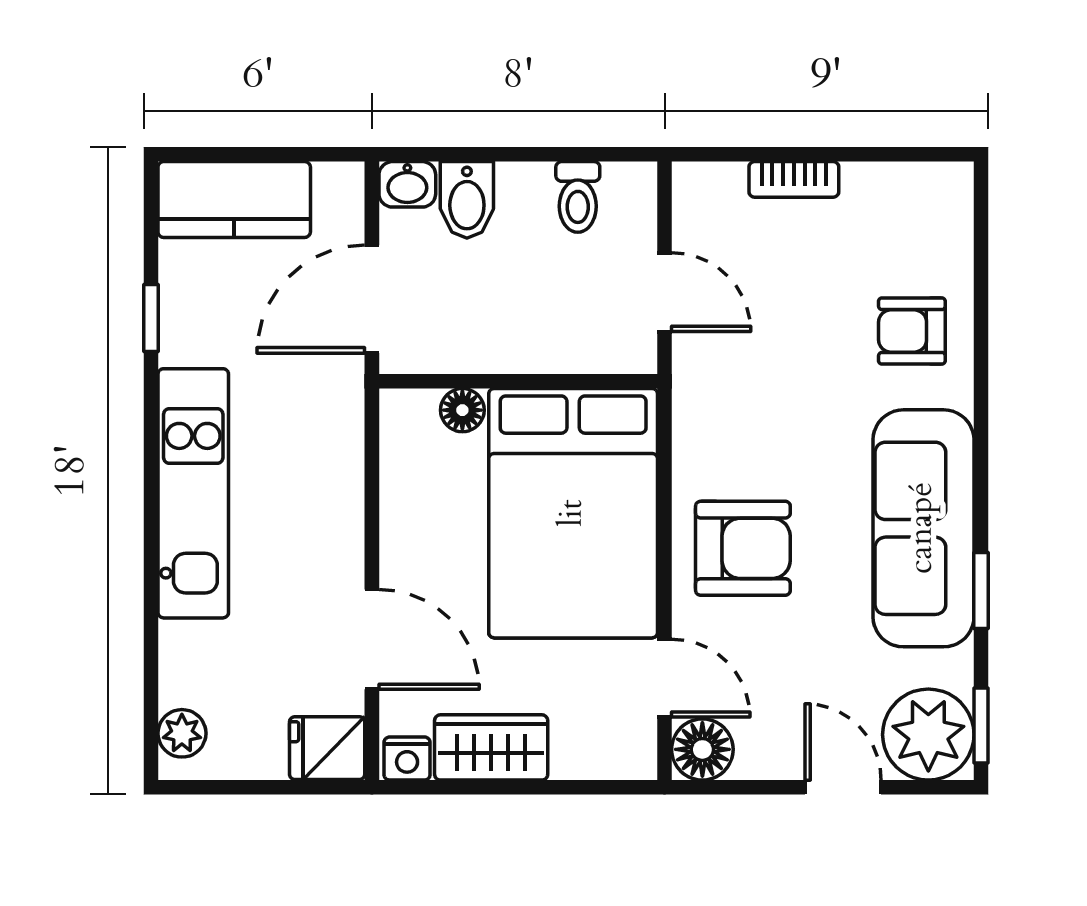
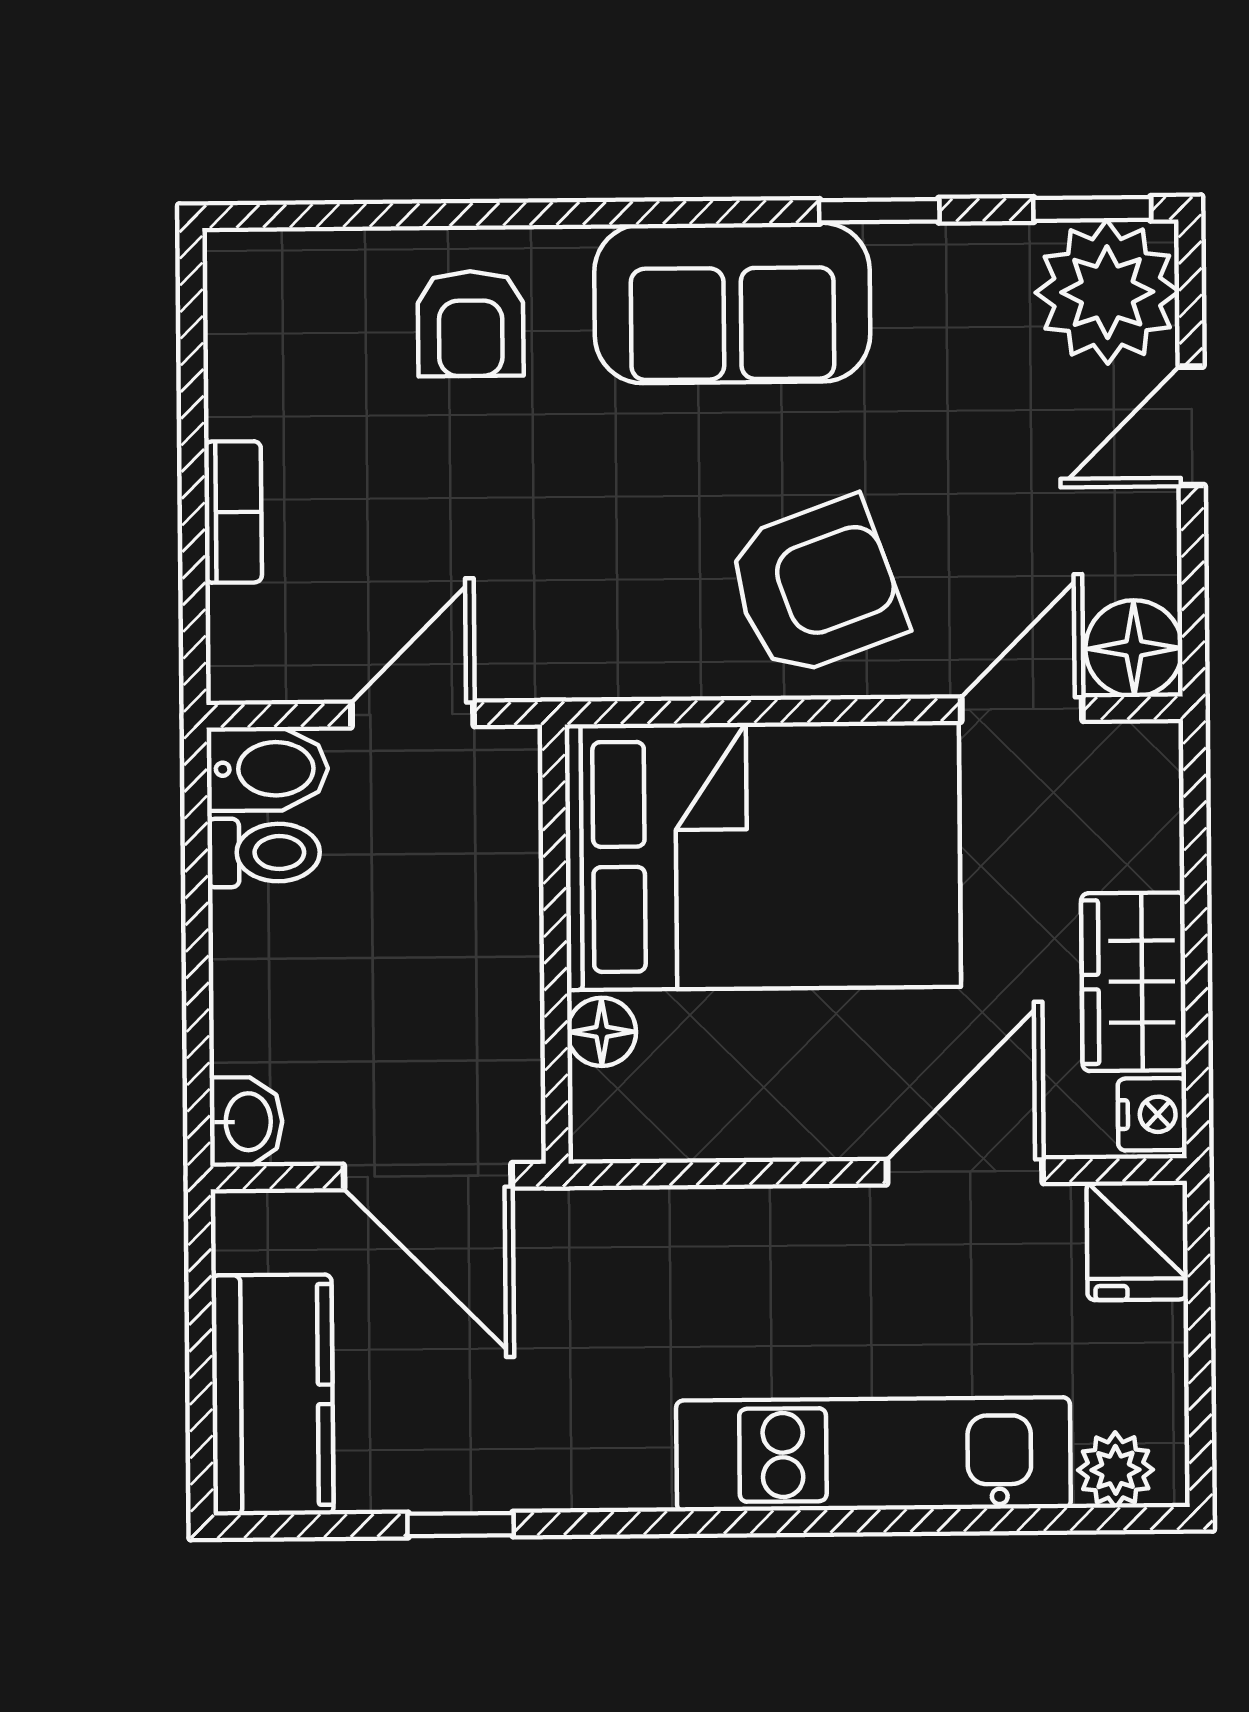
bidet: (467, 200) -> (267, 769), moved
kitchen unit: (193, 493) -> (873, 1454), moved
sofa: (923, 528) -> (732, 303), width x0.73
armchair: (743, 548) -> (816, 587), turned 70

